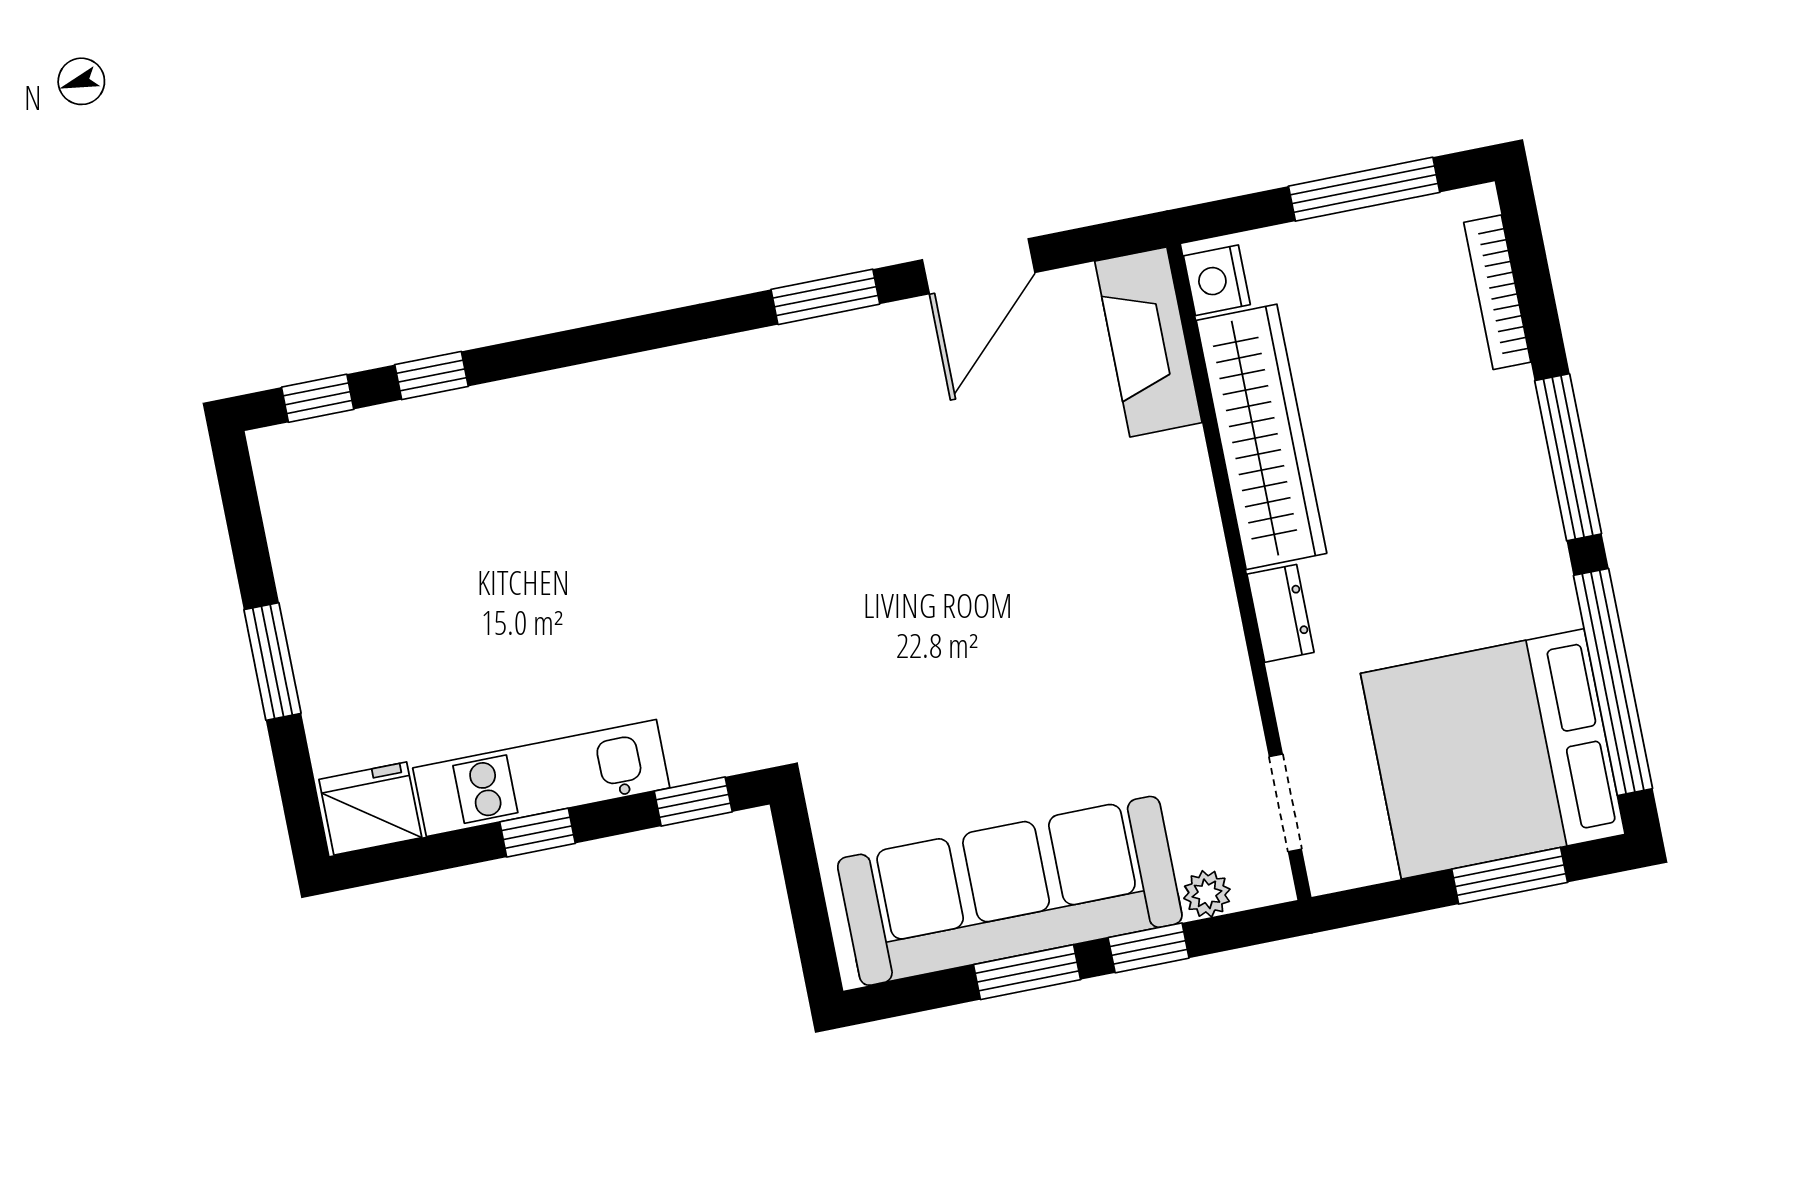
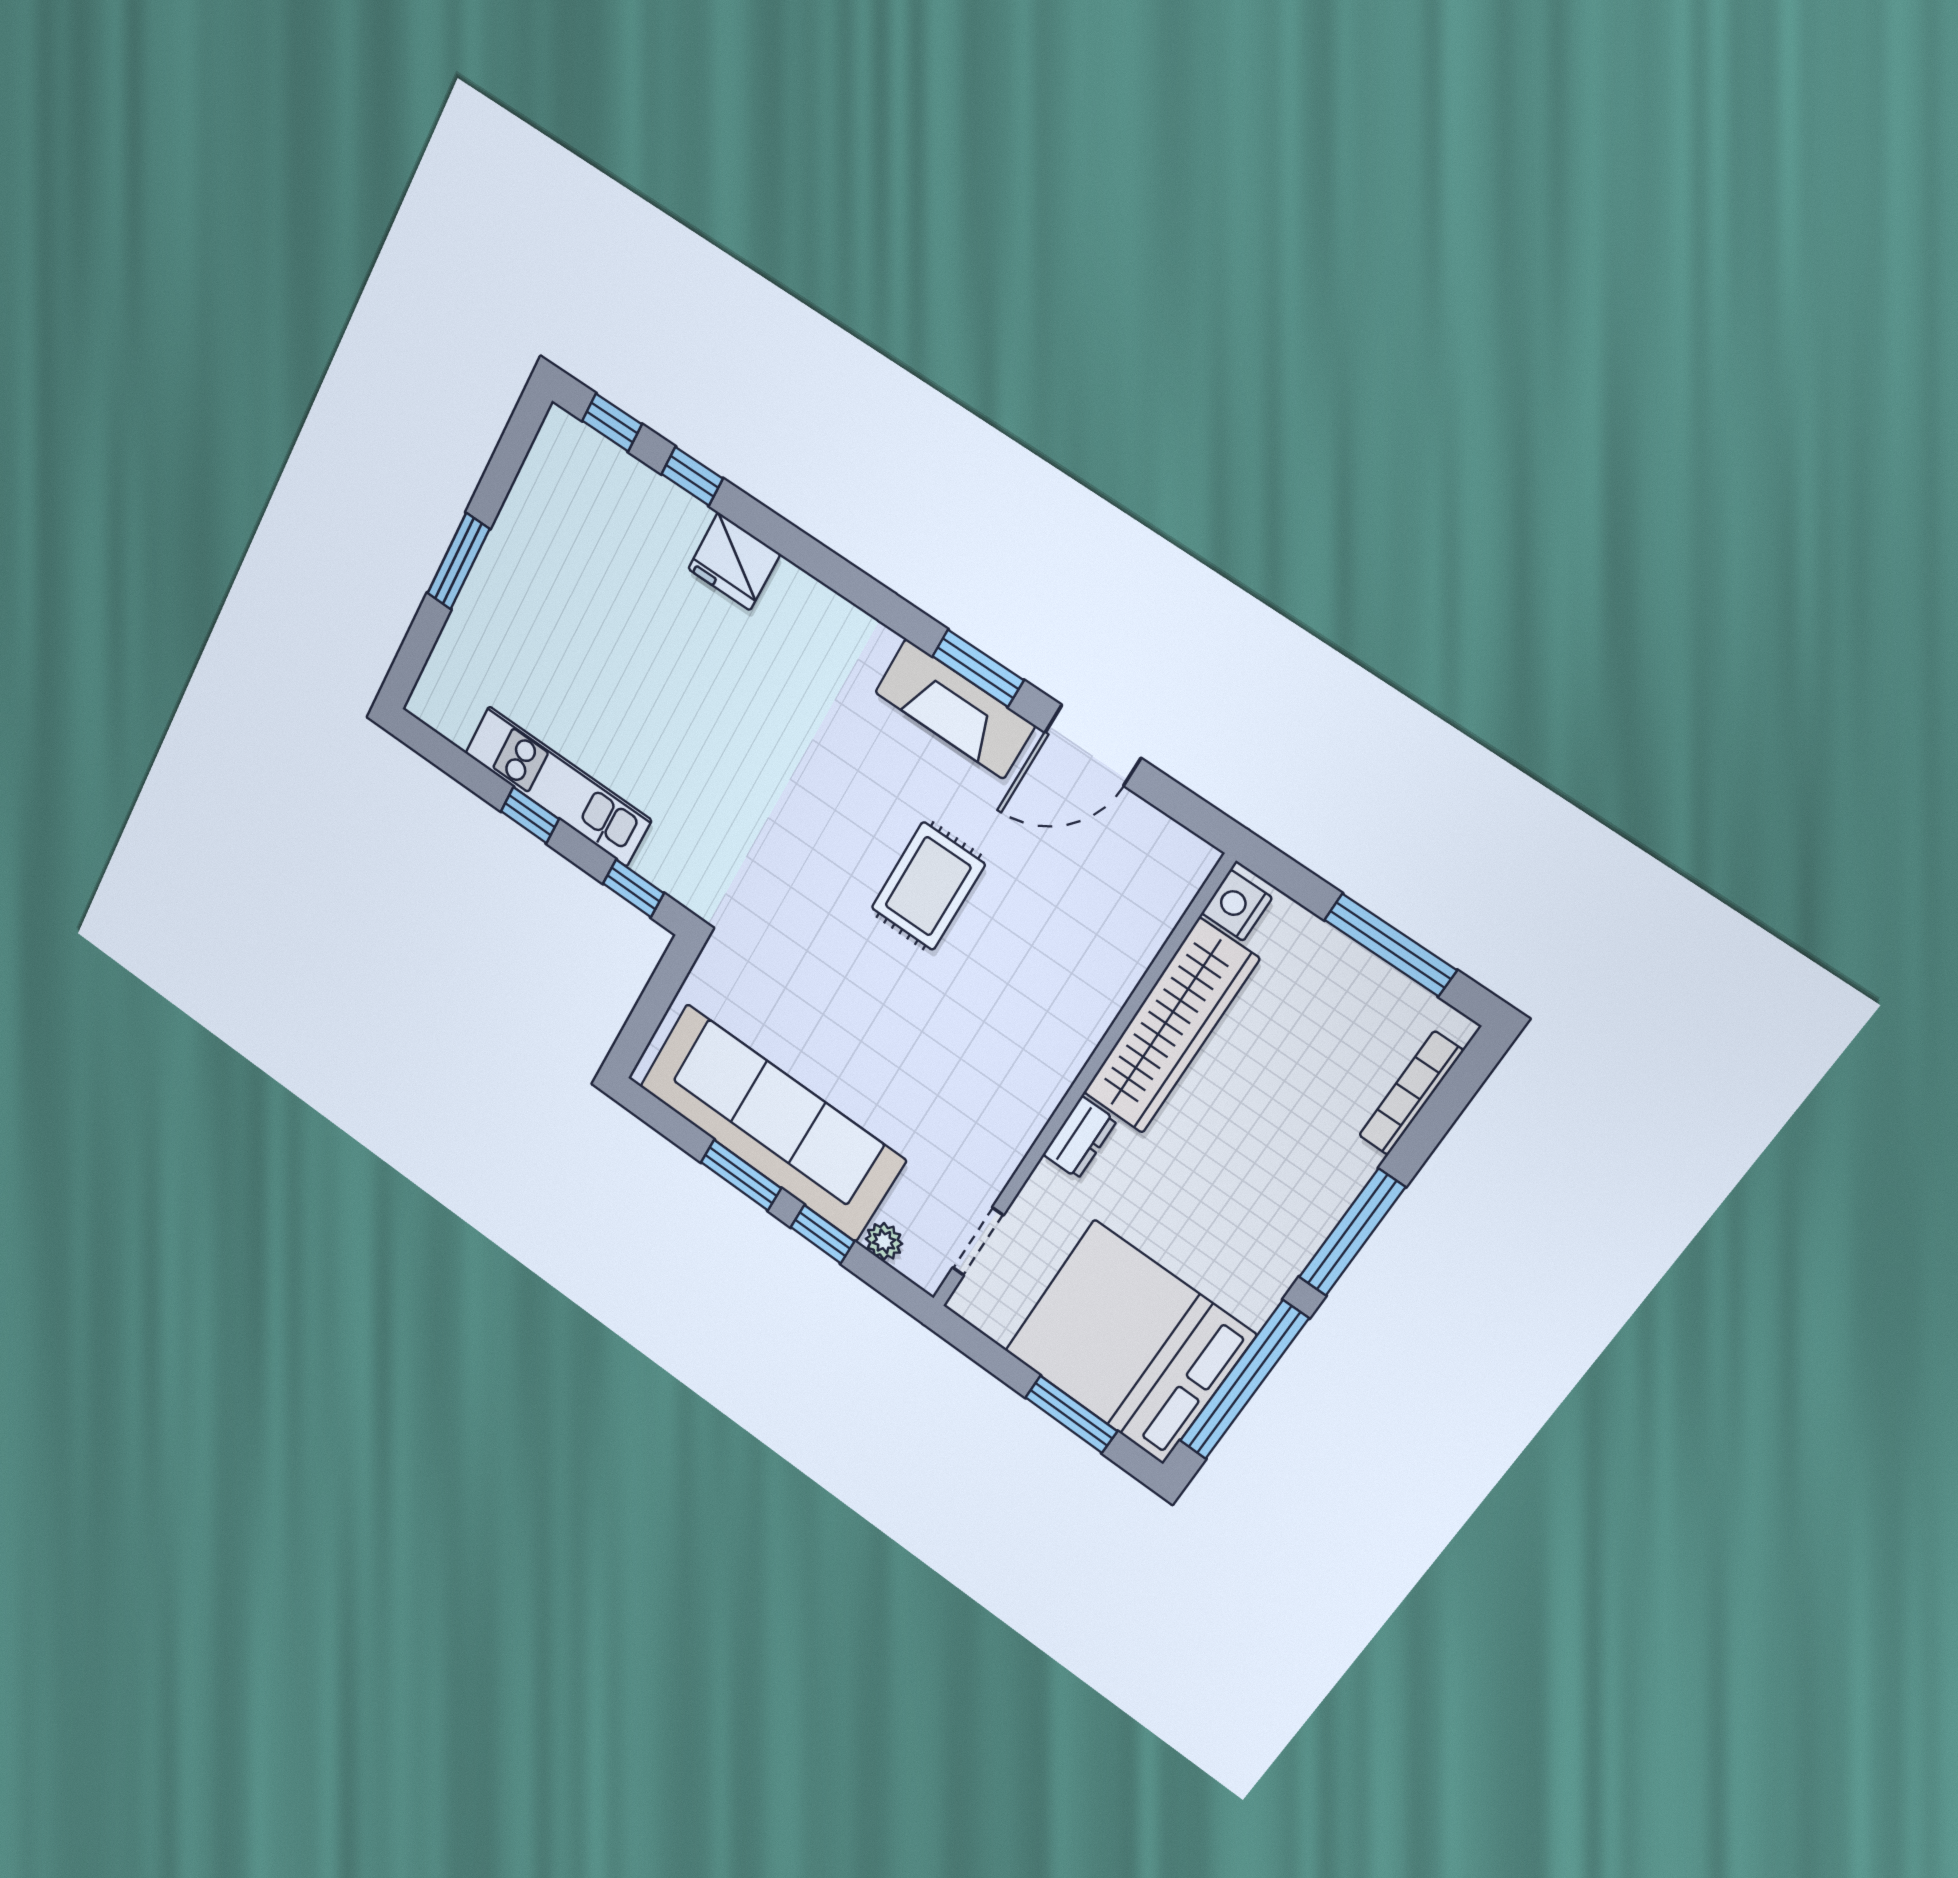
fireplace: (1148, 342) -> (955, 709), moved, turned -90
rug: (952, 526) -> (928, 886), added
fridge: (370, 808) -> (734, 562), moved, turned 180

